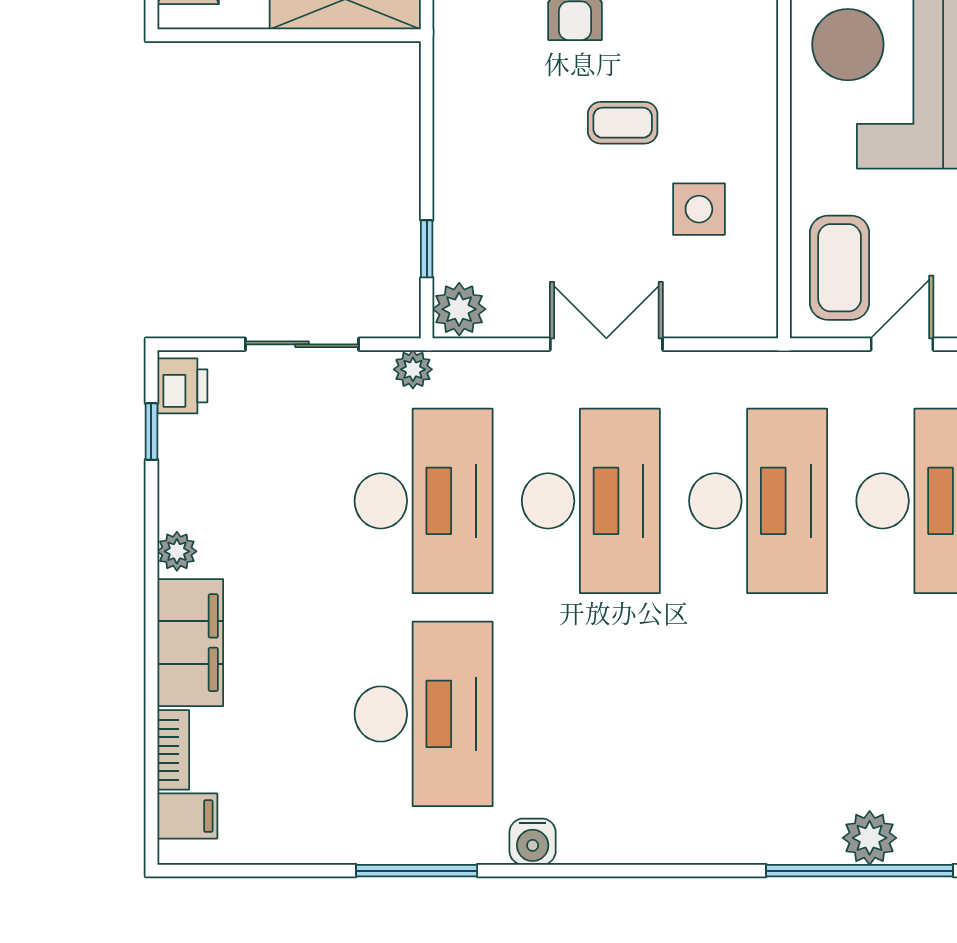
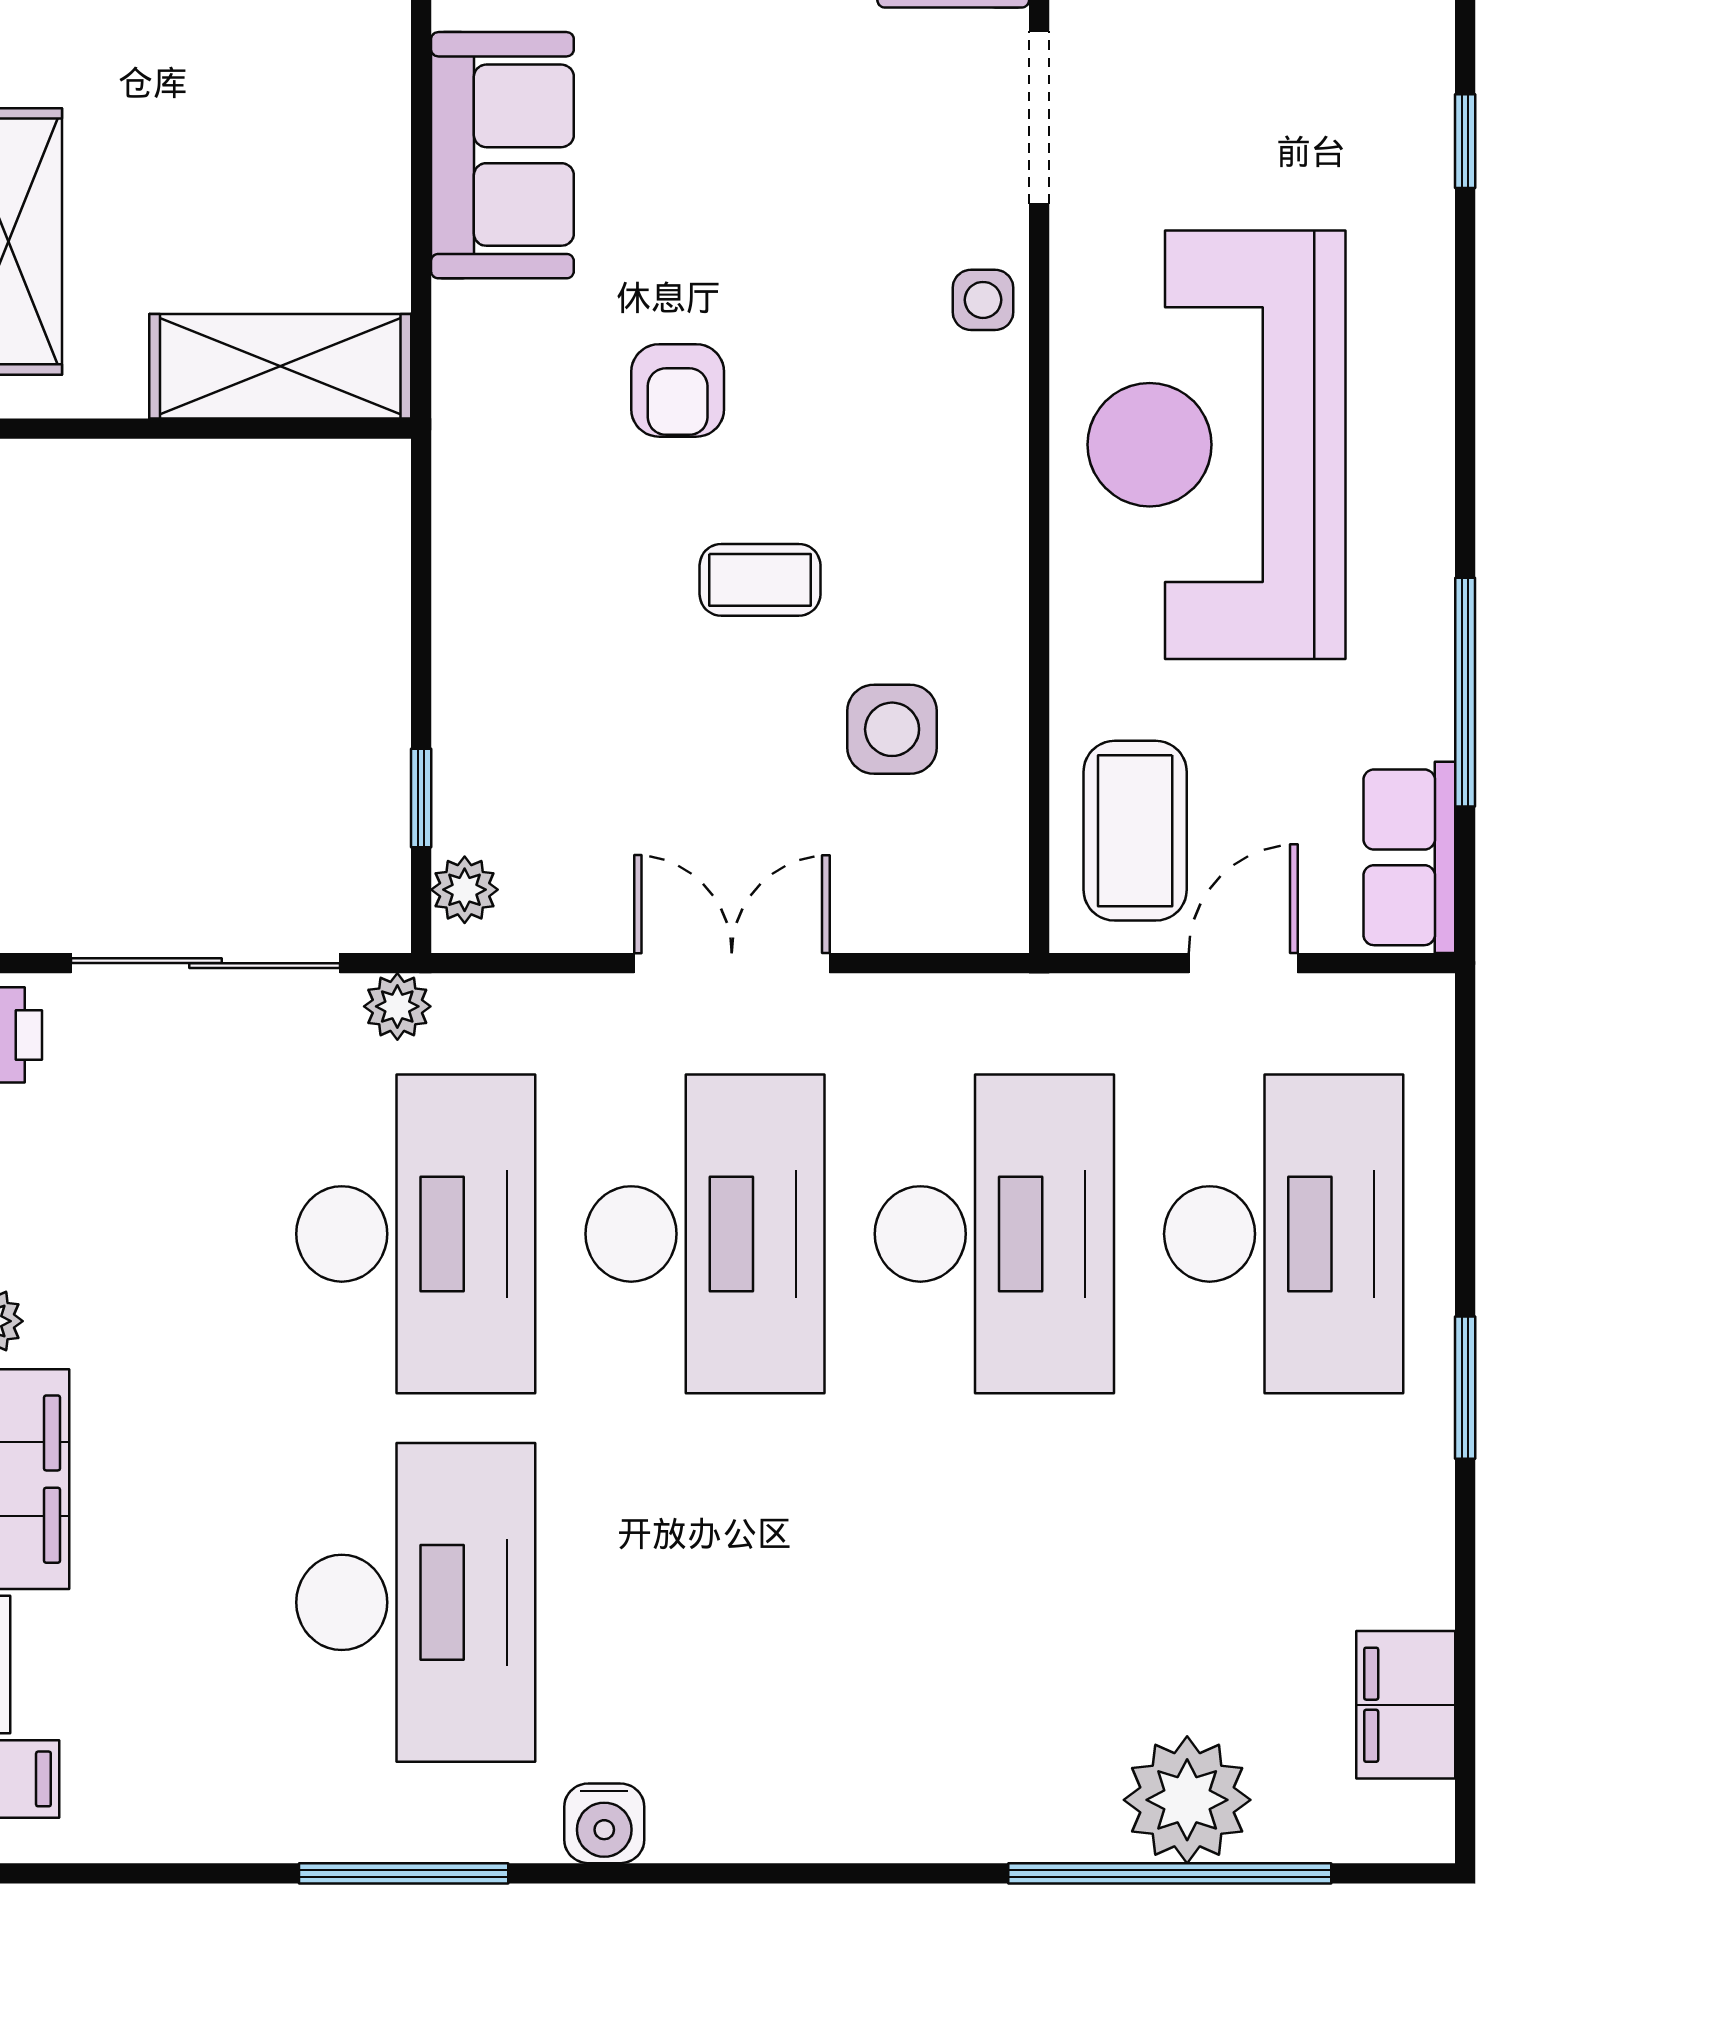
plant: (459, 309) -> (465, 890), width x0.73, depth x0.73
sliding door: (302, 344) -> (205, 963), width x1.37
plant: (870, 838) -> (1187, 1800), width x1.36, depth x1.36

